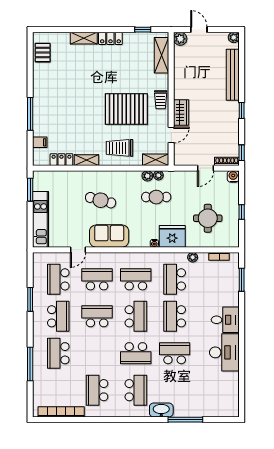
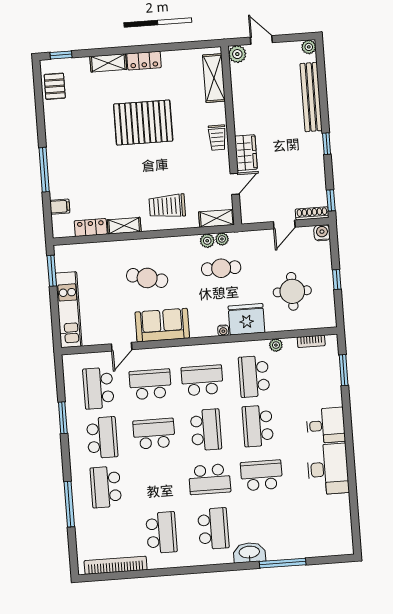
window: (143, 30) -> (61, 55), moved
pallet: (126, 109) -> (143, 123), moved
school desk: (97, 390) -> (161, 533), turned 180

